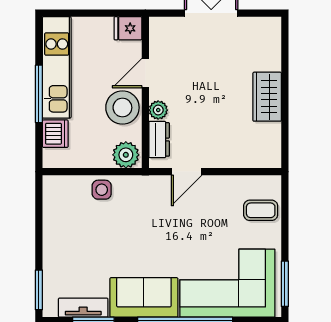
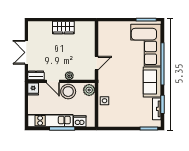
dresser: (159, 139) -> (36, 75), moved
door: (187, 172) -> (97, 63), hinge flipped
coffee table: (261, 210) -> (114, 30), removed

